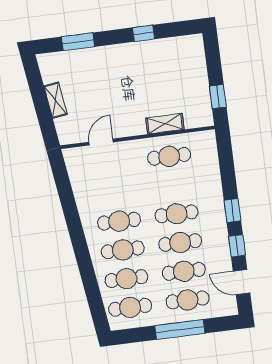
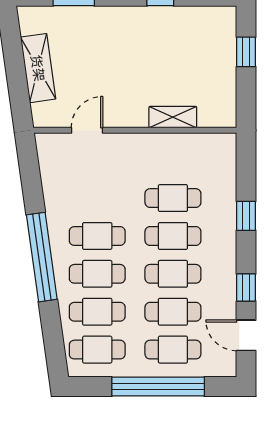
window: (218, 97) -> (246, 52), moved
shelving: (56, 100) -> (38, 68), width x1.50, depth x1.33
cafe table: (169, 156) -> (173, 198), moved
window: (232, 210) -> (246, 216), moved
window: (79, 243) -> (42, 257), added
window: (180, 329) -> (158, 387), width x1.46

